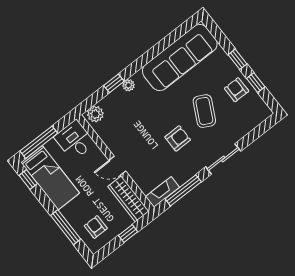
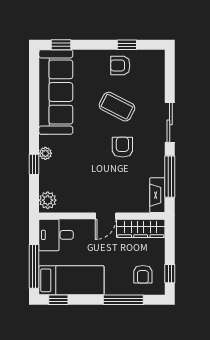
window: (238, 59) -> (61, 45), moved
armchair: (96, 227) -> (143, 274), turned -90
window: (128, 234) -> (170, 274), moved

